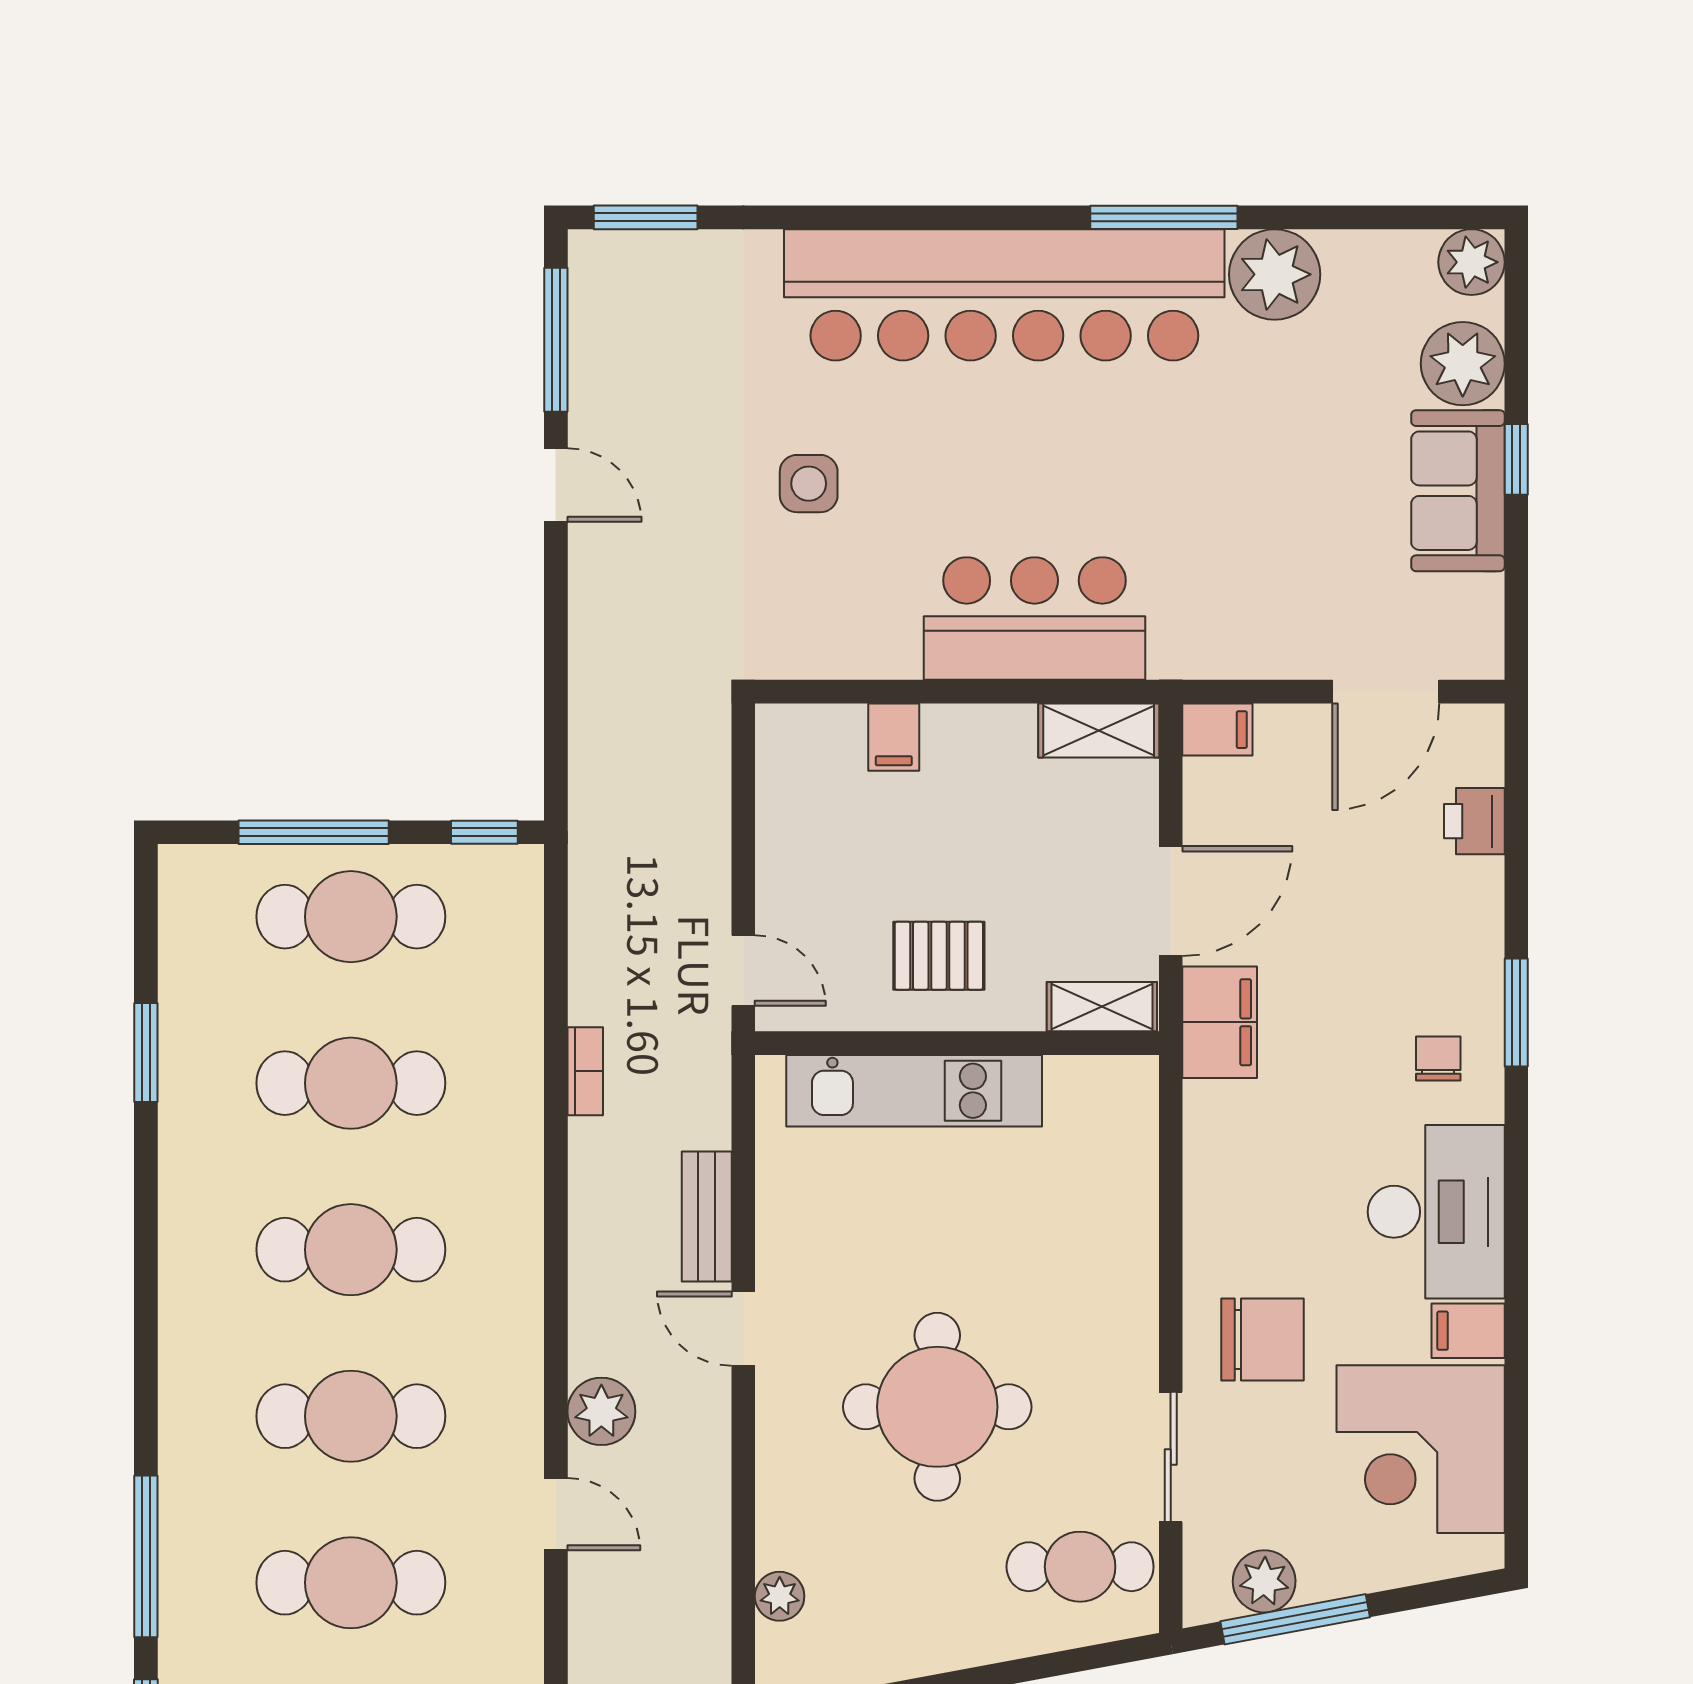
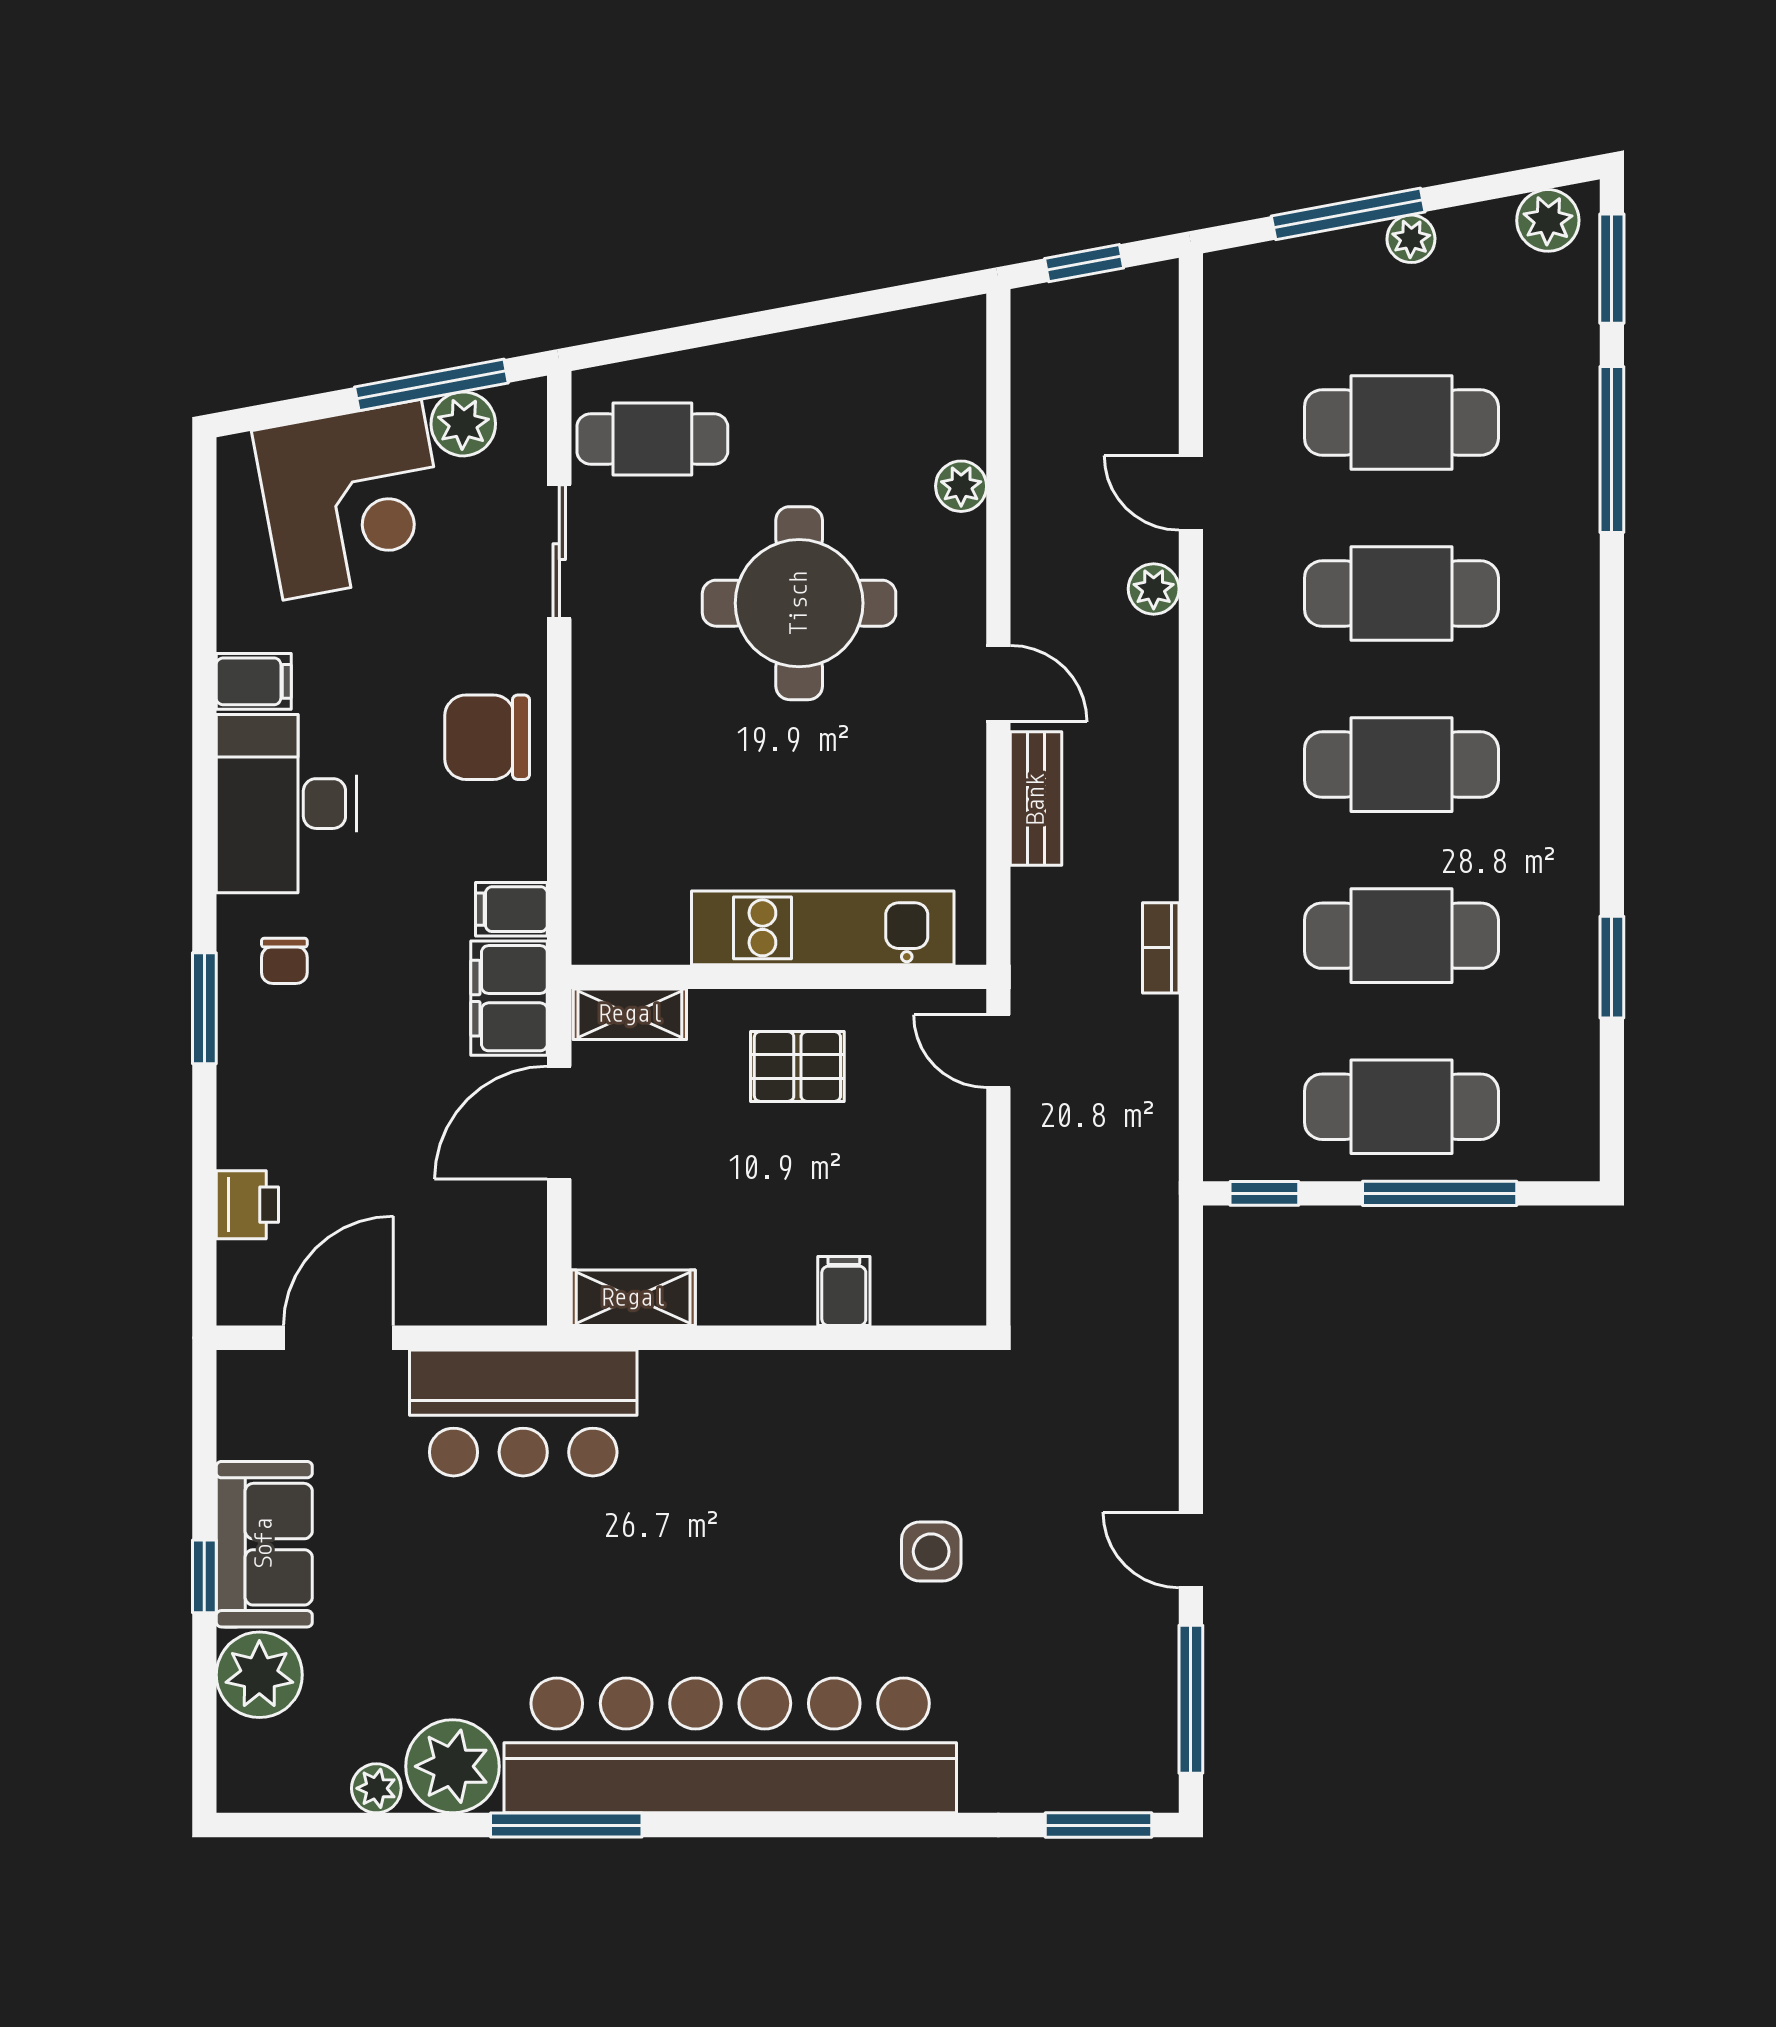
plant: (1471, 262) -> (376, 1788), moved, width x0.73, depth x0.73
bar counter: (1034, 619) -> (523, 1413), moved
filing cabinet: (1217, 730) -> (511, 909), moved
chair: (1263, 1339) -> (487, 737), moved
plant: (601, 1411) -> (1154, 589), width x0.73, depth x0.73
corner desk: (1421, 1449) -> (352, 500), moved, turned 79
plant: (780, 1596) -> (961, 486), moved

